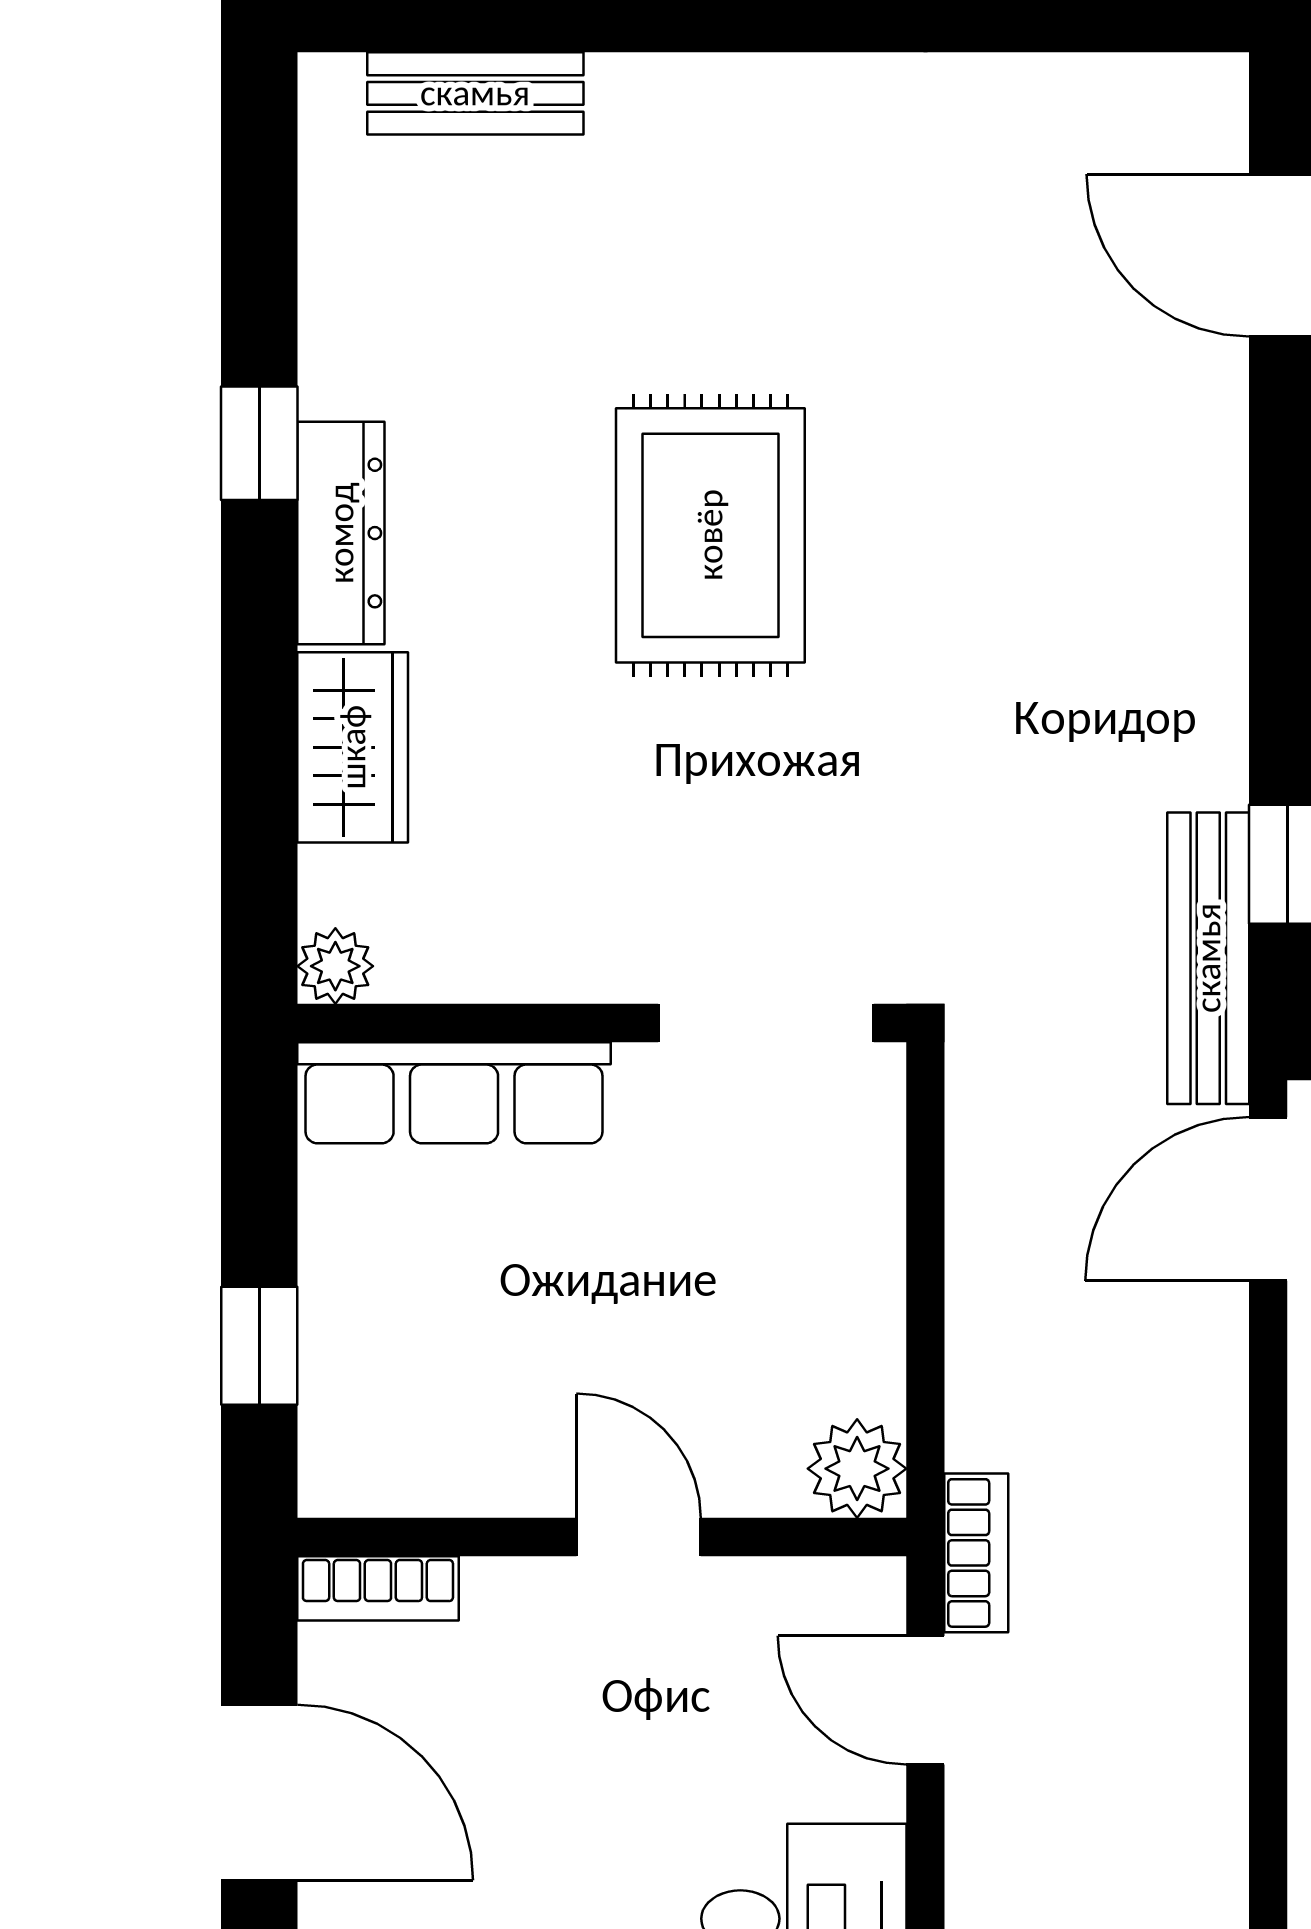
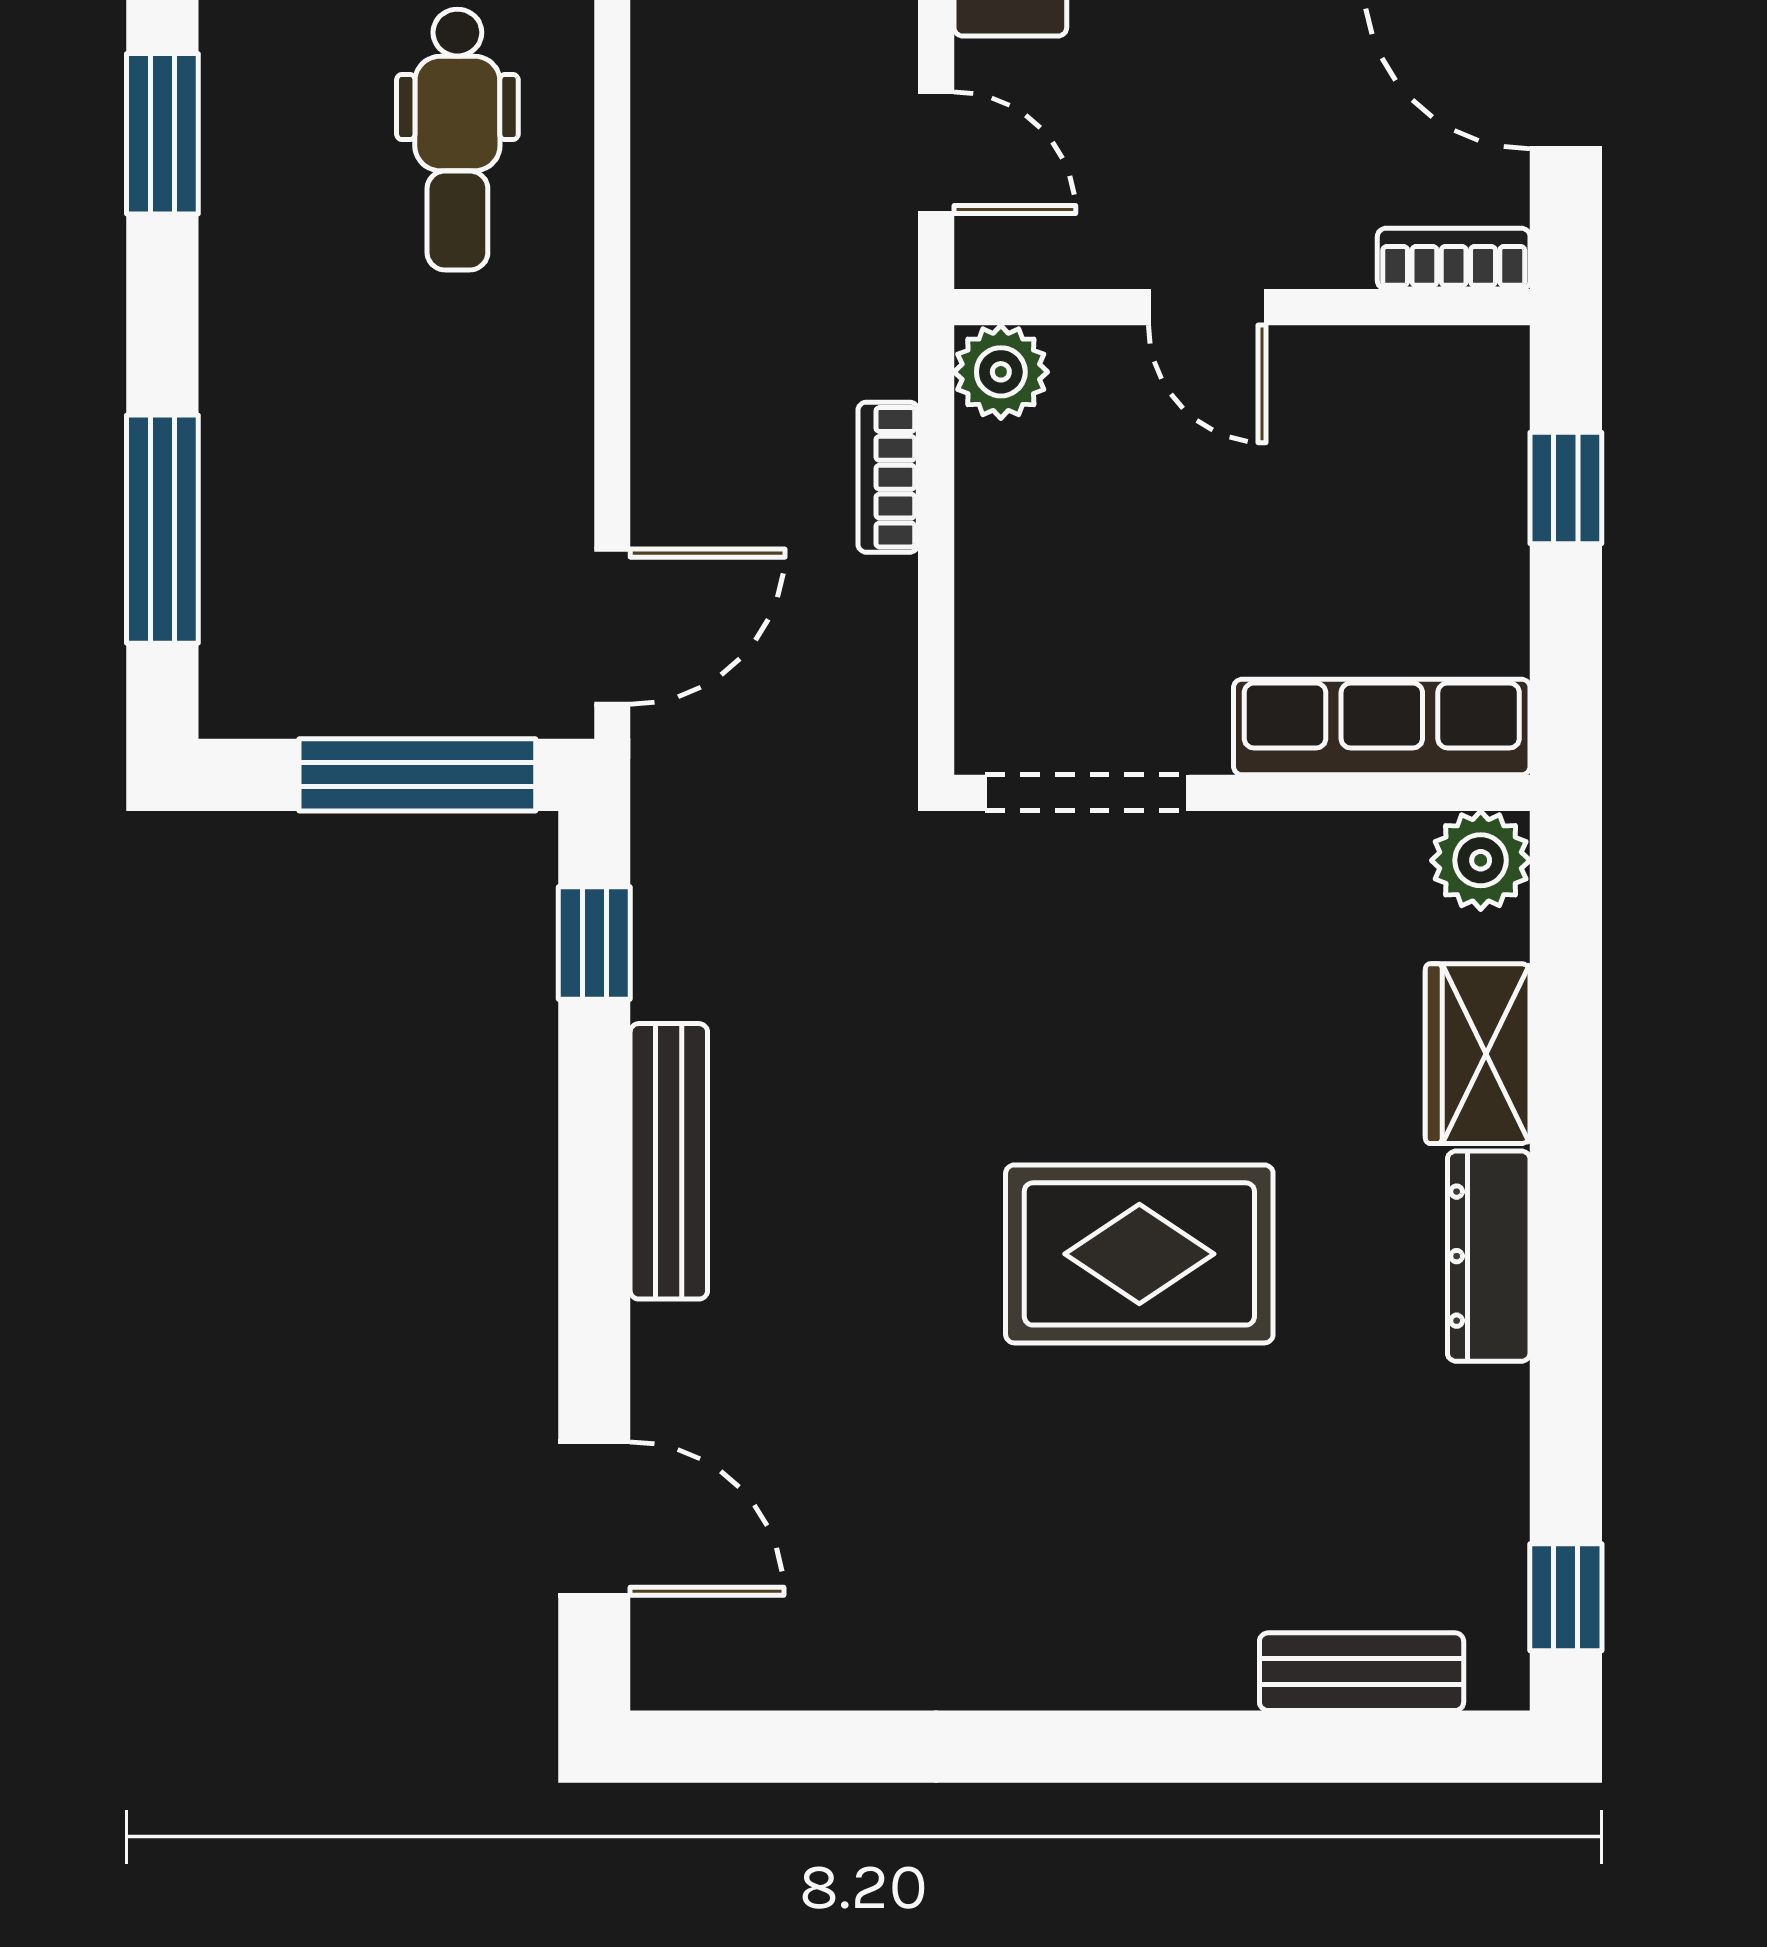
window: (259, 443) -> (1566, 1597), moved
rug: (710, 535) -> (1139, 1254), turned 90
bench: (1208, 958) -> (669, 1161), moved
plant: (335, 966) -> (1481, 860), width x1.38, depth x1.38
bookcase: (976, 1553) -> (888, 477), moved

